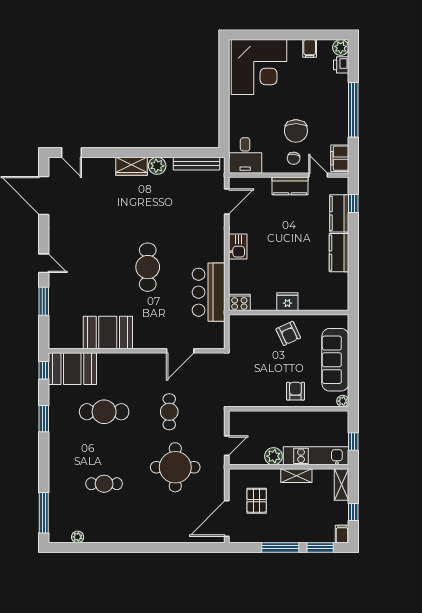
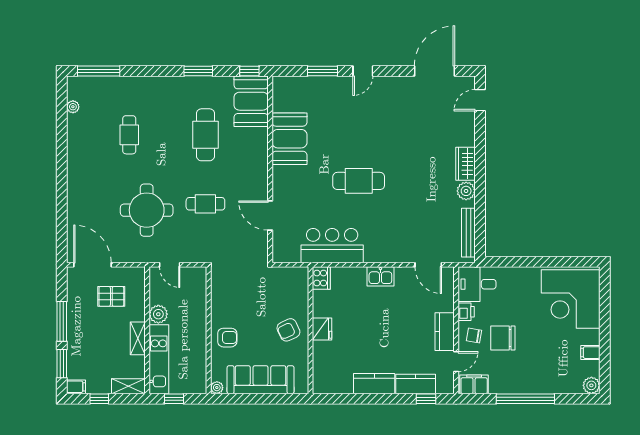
printer: (341, 65) -> (466, 312), moved, turned 90

